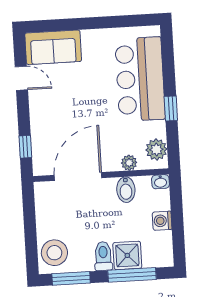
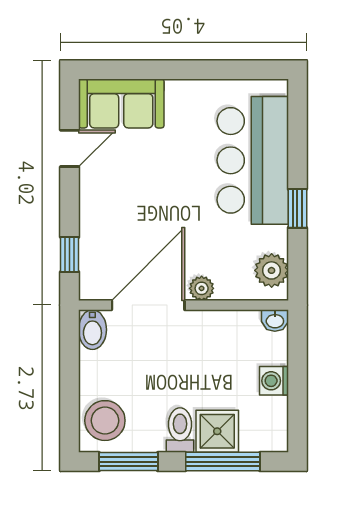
door: (21, 78) -> (70, 148), hinge flipped
plant: (129, 163) -> (202, 288), moved
bidet: (126, 190) -> (92, 330), moved

